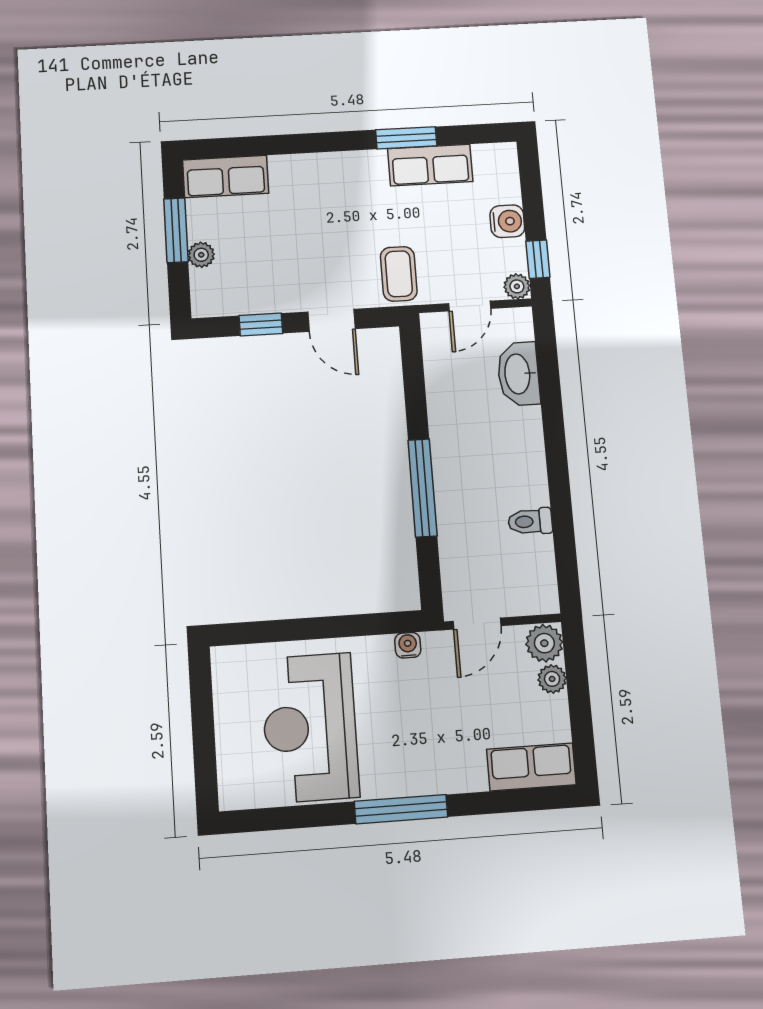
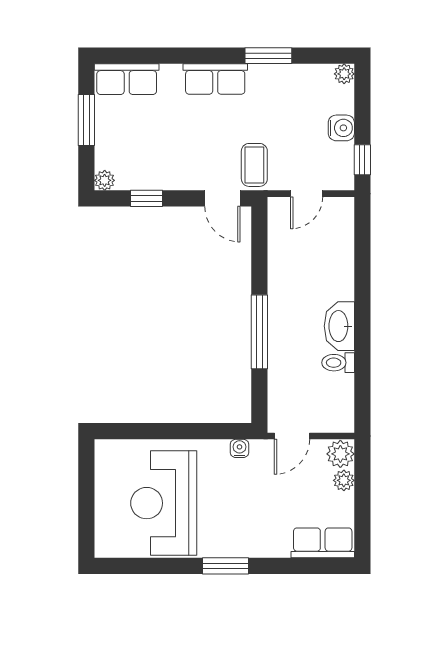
row of seats: (430, 165) -> (215, 79), moved
plant: (201, 255) -> (105, 180), moved
plant: (517, 286) -> (344, 74), moved
door: (332, 320) -> (222, 198), moved
washbasin: (518, 374) -> (339, 326), moved
window: (401, 809) -> (226, 566), width x0.69

